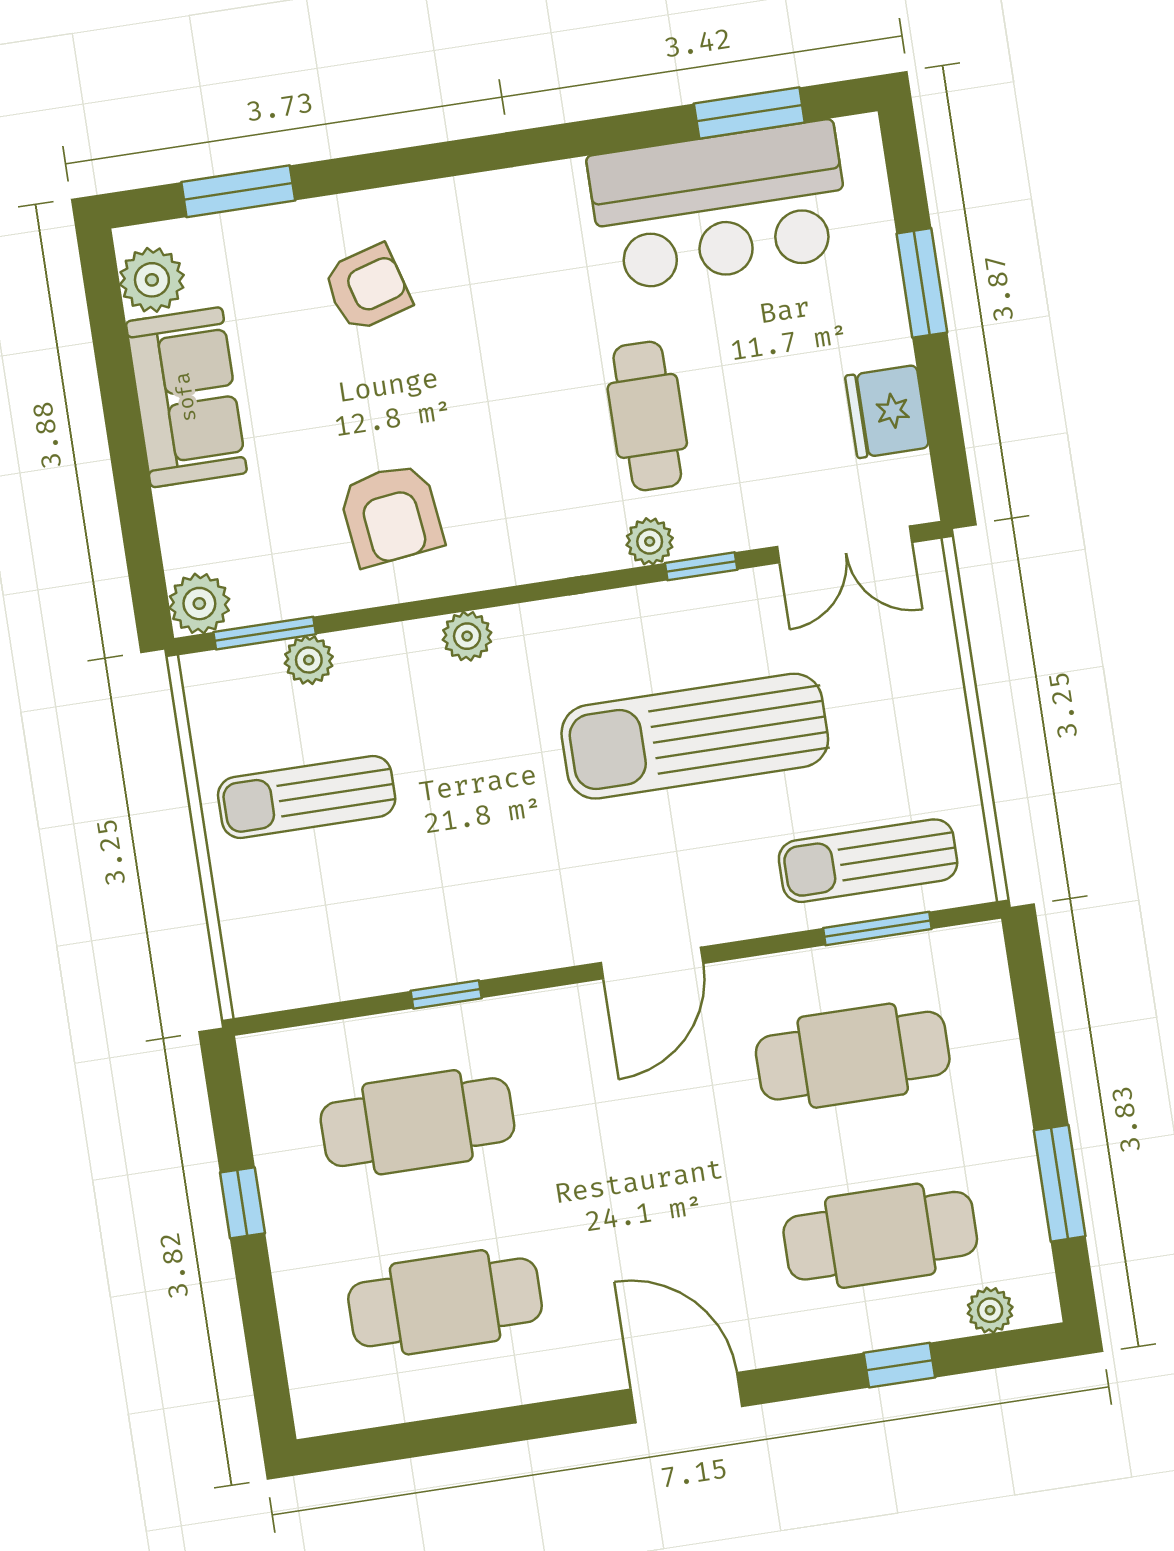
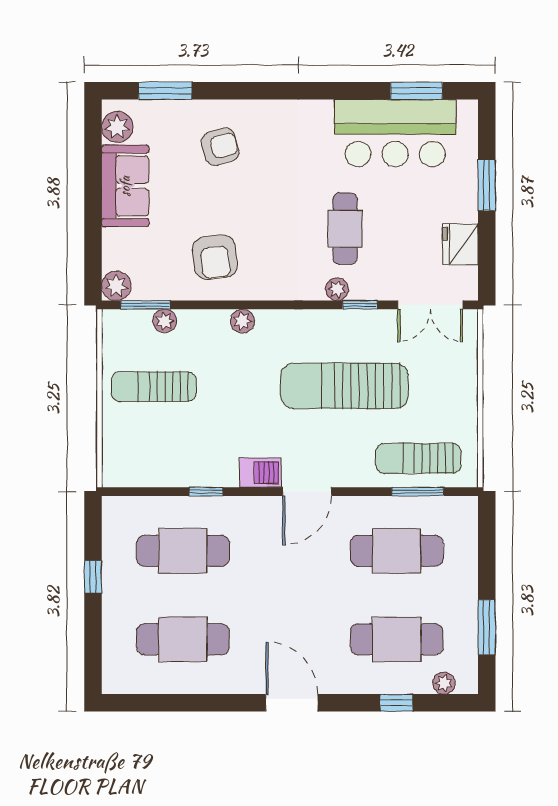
barbecue: (551, 939) -> (260, 473), added

